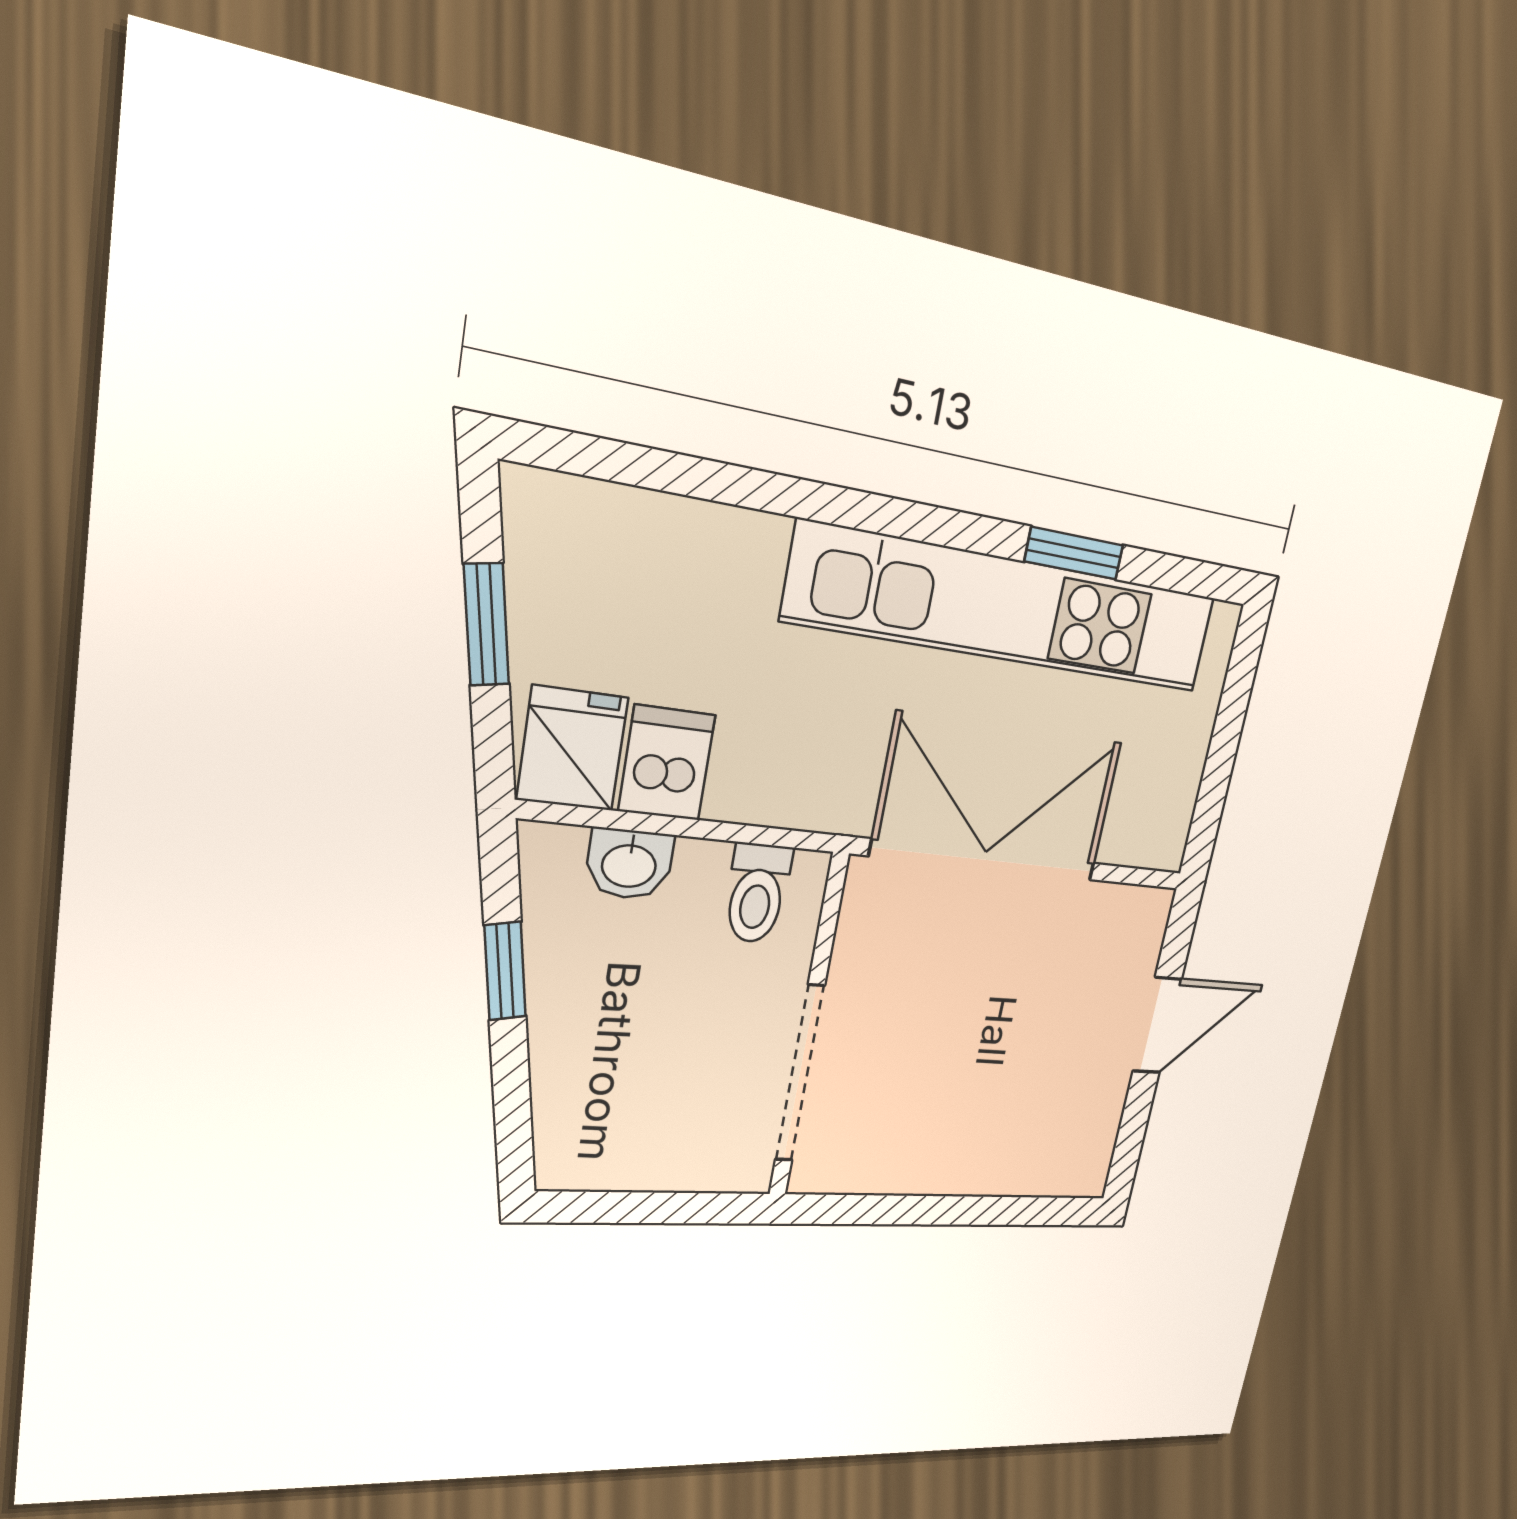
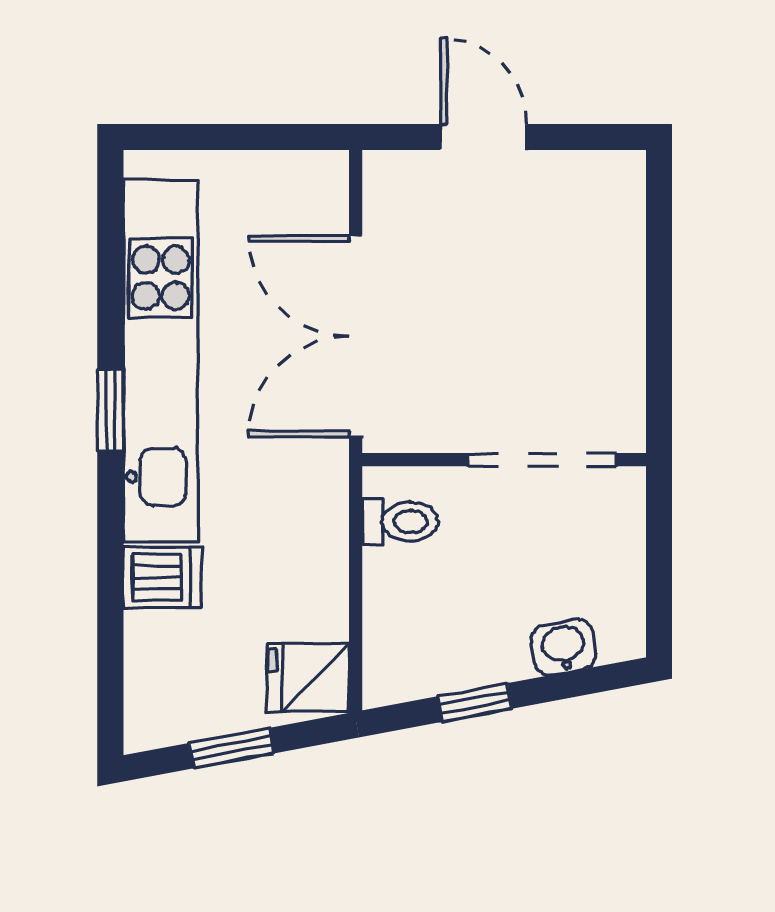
window: (1074, 553) -> (110, 410), moved
dishwasher: (667, 763) -> (162, 577), moved, turned 180
washbasin: (629, 864) -> (563, 647), moved, turned -101

